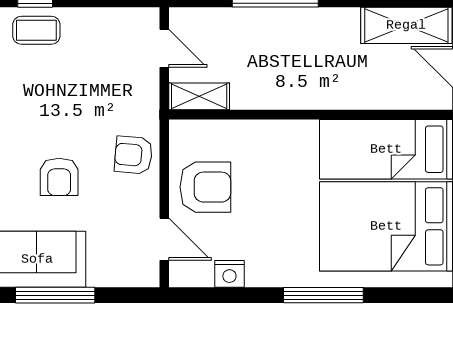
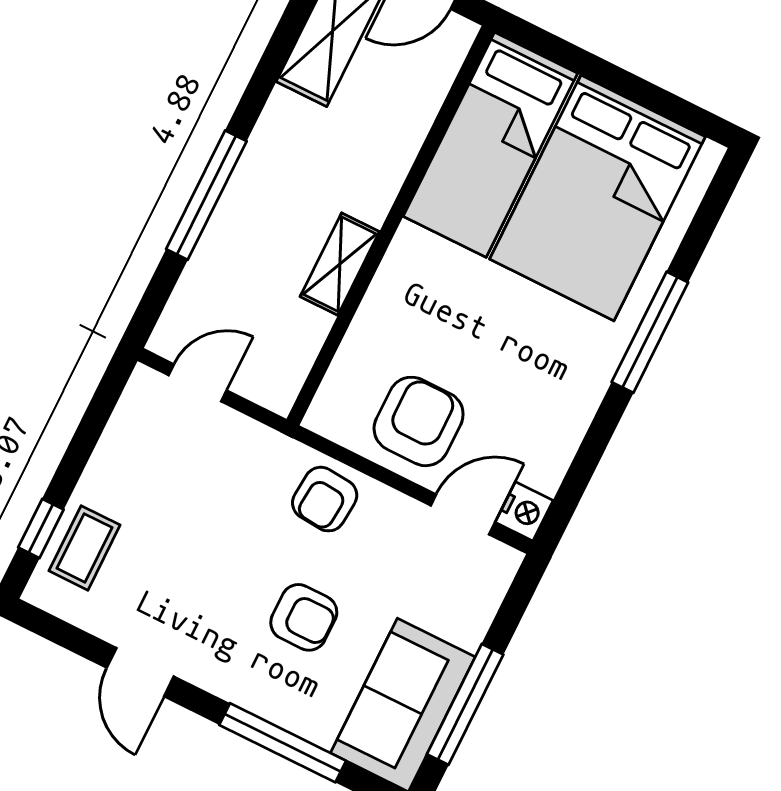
shelving: (199, 96) -> (340, 264), moved
nightstand: (229, 274) -> (524, 511), moved

